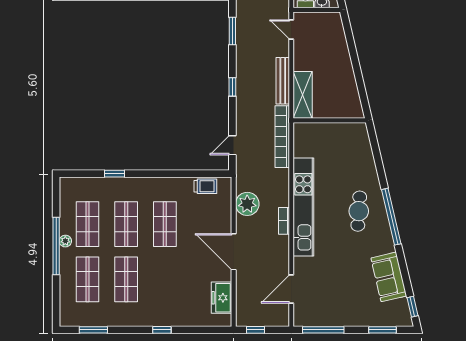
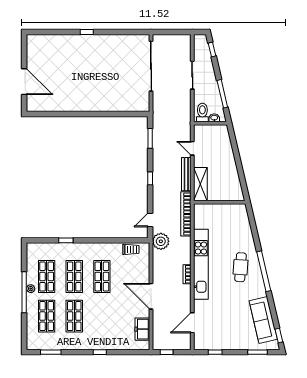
door: (291, 29) -> (192, 148), moved
plant: (247, 204) -> (161, 241), moved
sofa: (389, 277) -> (263, 320), width x1.36
window: (323, 330) -> (215, 352), width x0.46

